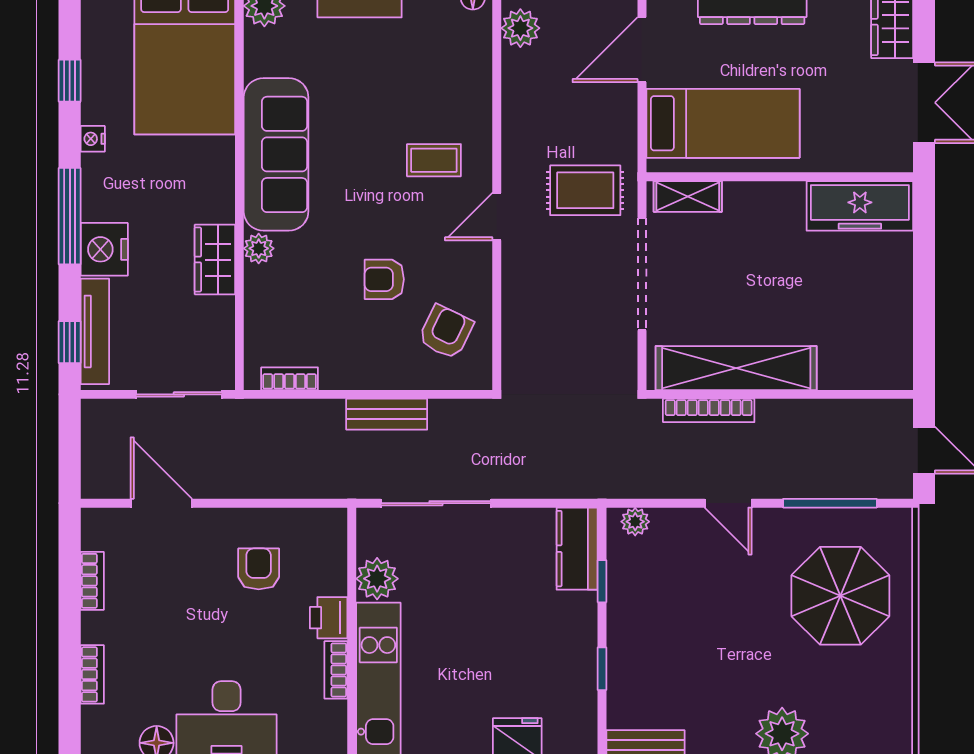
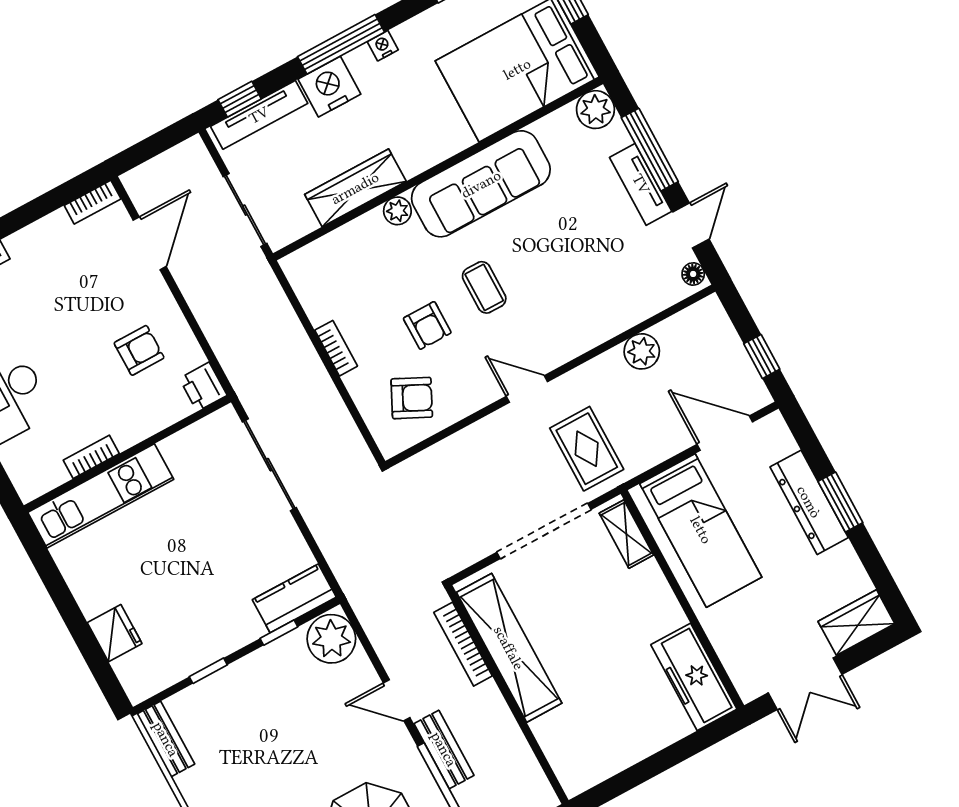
plant: (520, 28) -> (642, 351), moved
nightstand: (93, 139) -> (383, 46), moved
coffee table: (434, 160) -> (484, 287), moved
wardrobe: (215, 260) -> (355, 188), width x1.50
armchair: (384, 279) -> (427, 325), turned 180
bookcase: (290, 379) -> (336, 348), moved
bench: (387, 414) -> (444, 749), moved
door: (728, 503) -> (397, 700), hinge flipped
plant: (635, 522) -> (331, 639), width x1.88, depth x1.88
plant: (377, 579) -> (183, 450), removed
bookcase: (92, 581) -> (93, 202), moved
printer: (329, 618) -> (203, 387), moved, turned -90

